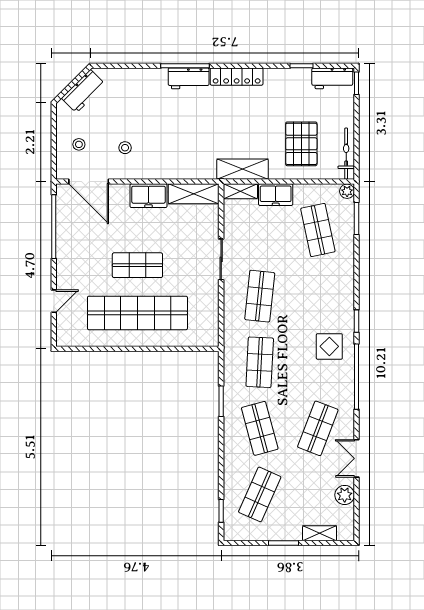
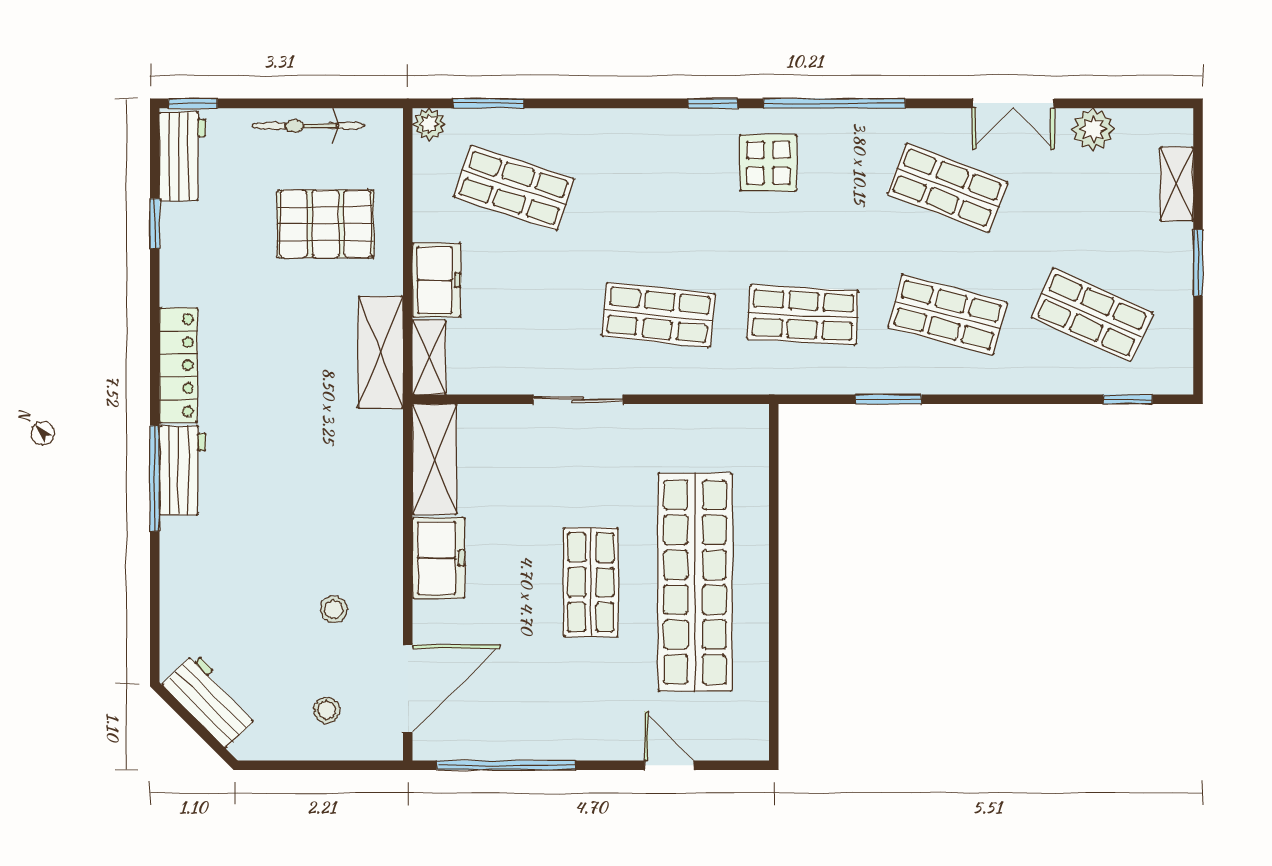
bicycle: (346, 154) -> (308, 126), moved
shop shelf: (318, 230) -> (514, 188), turned 30
shop shelf: (260, 428) -> (947, 315), turned 30

